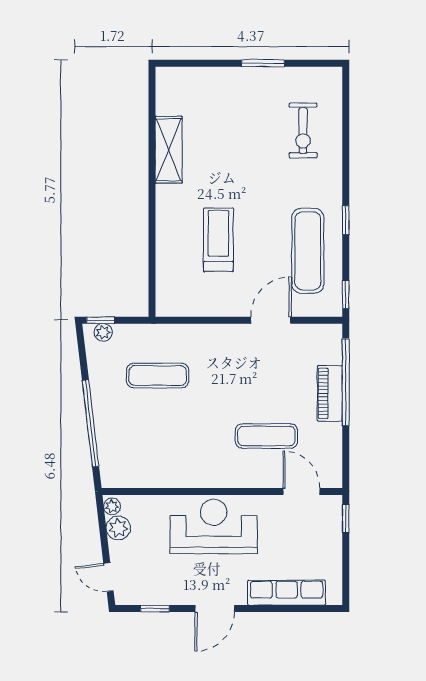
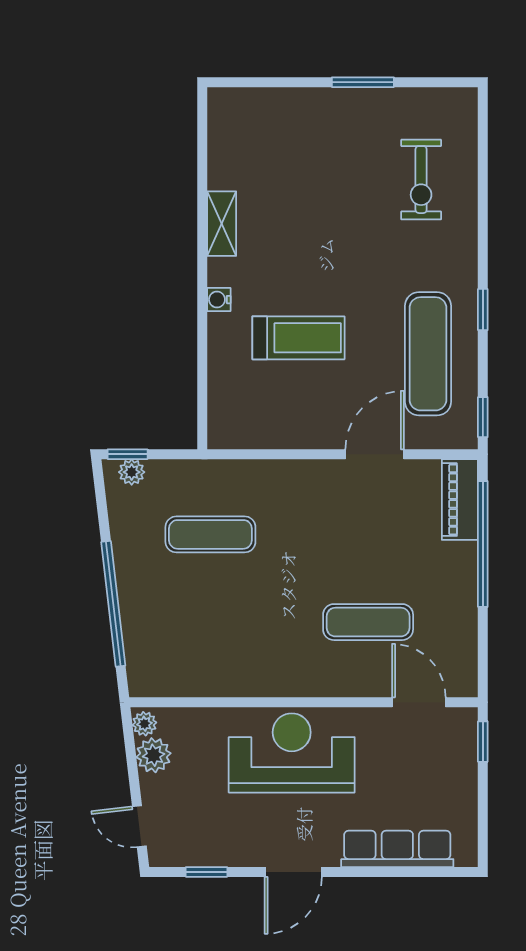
shelving: (169, 150) -> (222, 224), width x0.67, depth x0.75
water cooler: (163, 213) -> (219, 300), added
treadmill: (218, 240) -> (298, 338), turned 90
piano: (330, 393) -> (460, 500), moved

